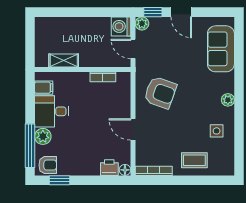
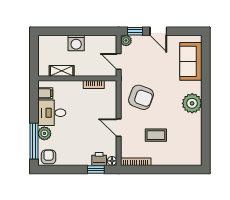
washing machine: (121, 26) -> (76, 43), moved, turned -90
plant: (228, 100) -> (192, 103), width x1.88, depth x1.88
side table: (217, 131) -> (187, 129), removed
coffee table: (194, 160) -> (156, 135), moved
armchair: (48, 165) -> (49, 157), turned -90
window: (59, 180) -> (96, 169), moved

